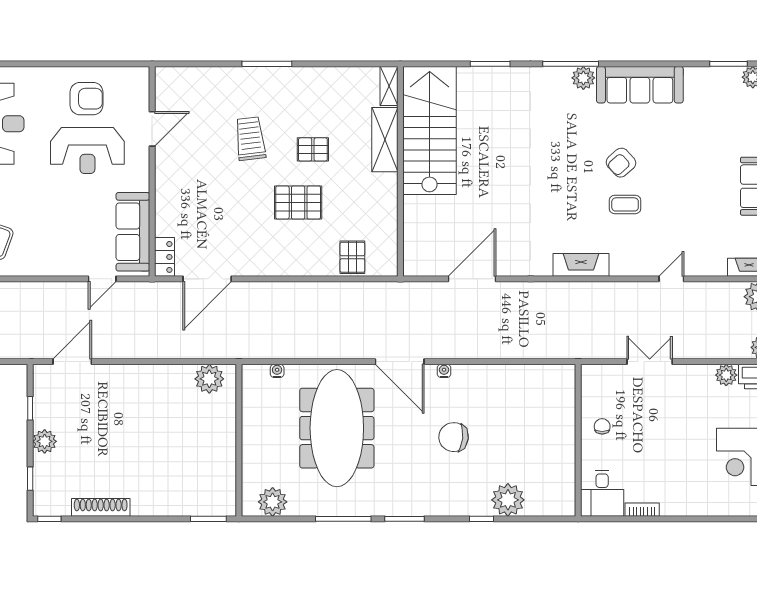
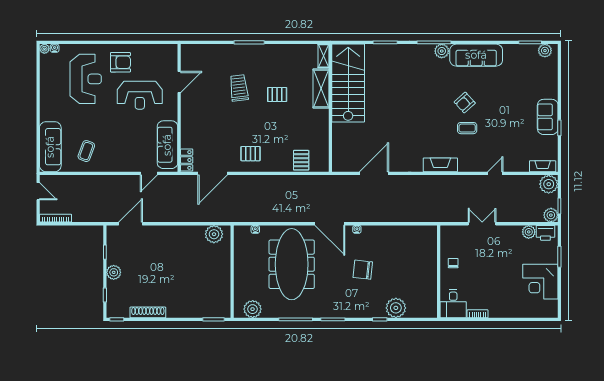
armchair: (87, 99) -> (120, 62), moved
pallet: (298, 203) -> (251, 154), moved, width x0.67, depth x0.71

